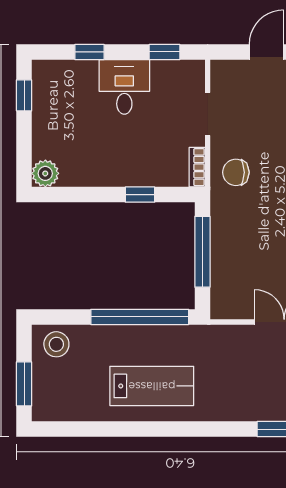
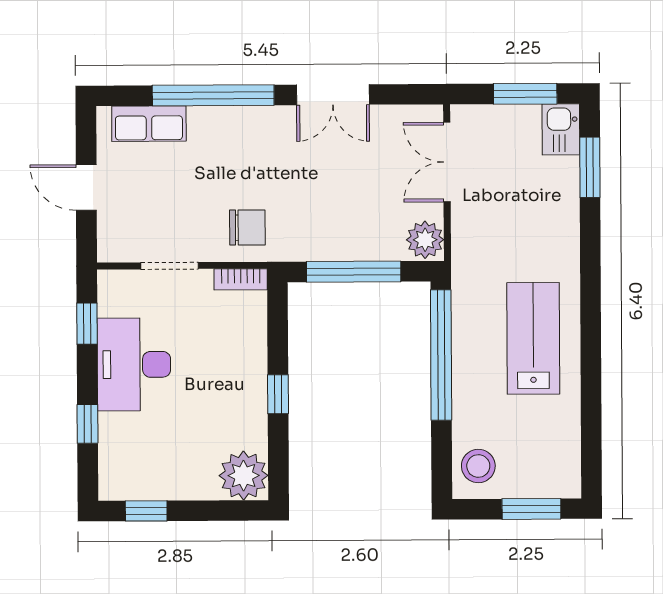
desk: (124, 87) -> (134, 364), width x1.37
chair: (236, 172) -> (247, 227), turned -90
plant: (45, 173) -> (244, 476), width x1.36, depth x1.36
window: (140, 195) -> (278, 394), moved
plant: (226, 305) -> (425, 240), added

